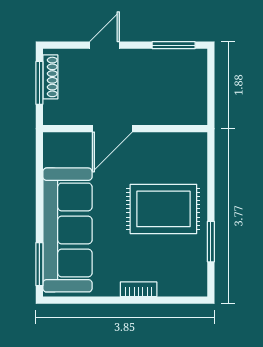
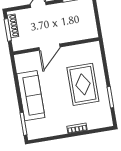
rug: (163, 209) -> (83, 84), turned 90
sofa: (67, 230) -> (31, 96), width x0.74, depth x0.79

